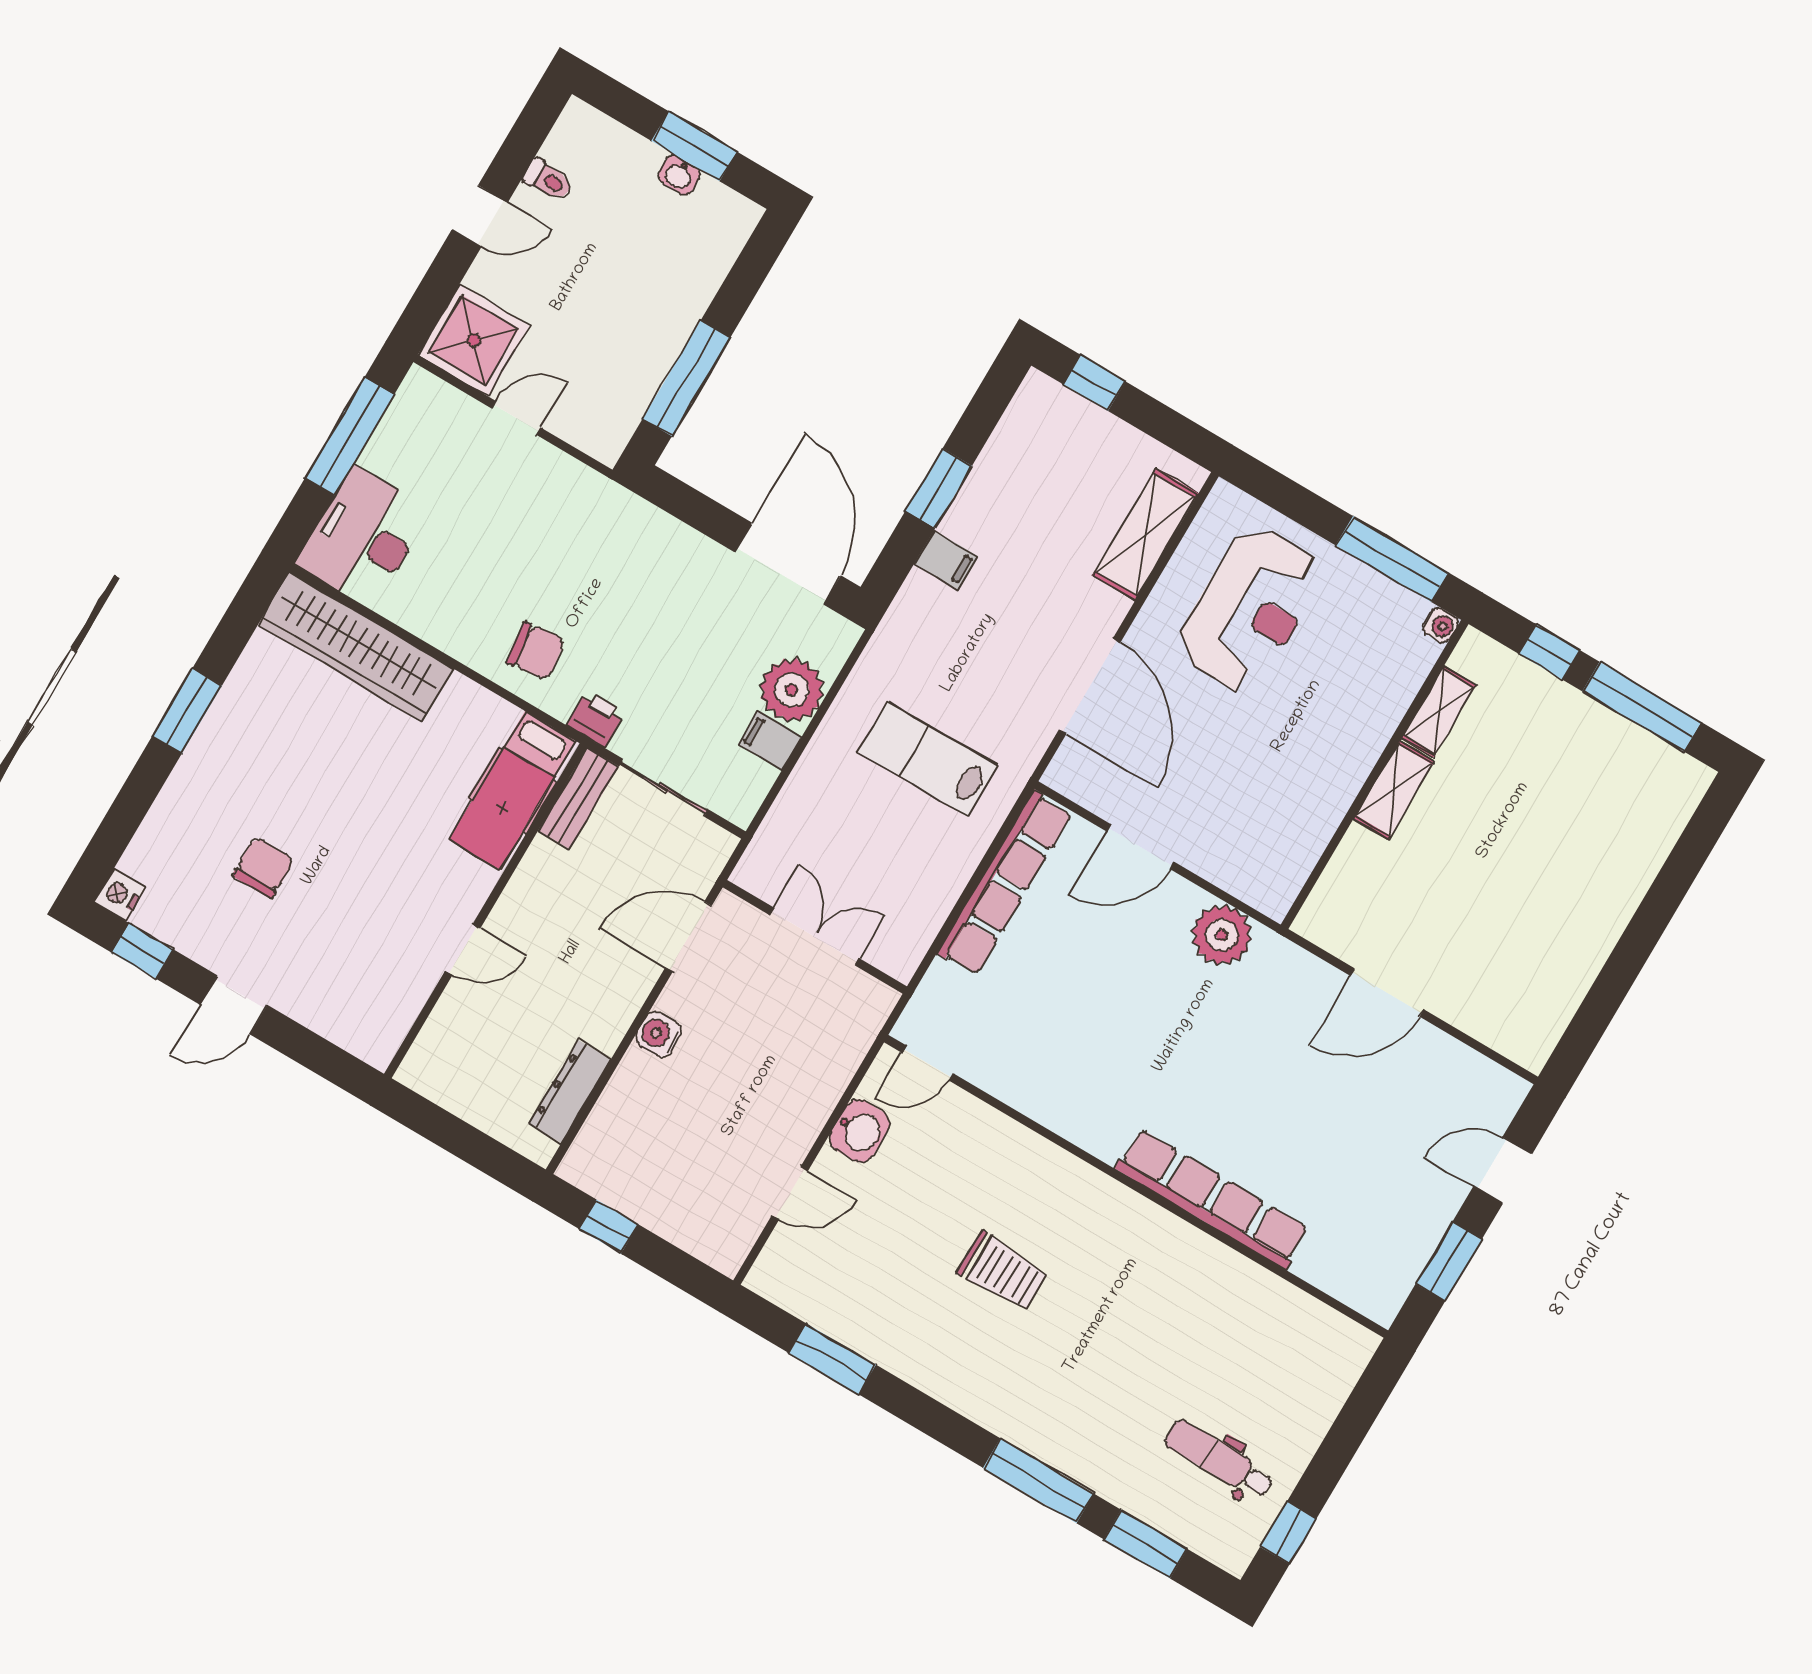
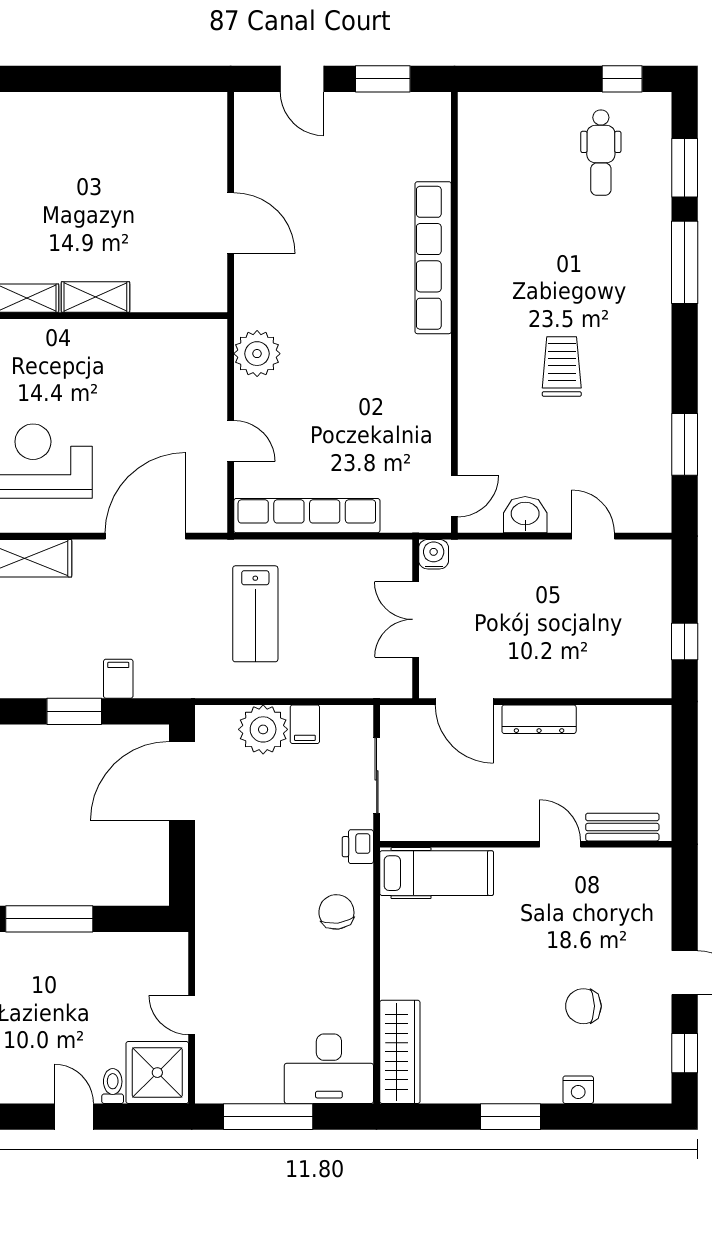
toilet: (548, 180) -> (113, 1086), moved
window: (686, 378) -> (49, 919), moved
wardrobe: (356, 647) -> (400, 1052), width x0.71, depth x0.85
bench: (578, 798) -> (622, 827), moved
door: (1140, 847) -> (231, 441), width x0.73
nightstand: (120, 894) -> (578, 1090), moved
water cooler: (658, 1034) -> (434, 554), moved, turned 180
door: (928, 1063) -> (454, 496), hinge flipped
dresser: (570, 1092) -> (539, 719), moved

